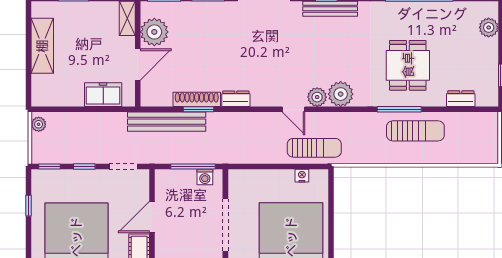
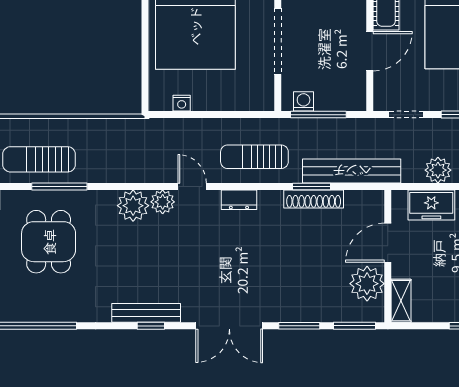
dresser: (236, 99) -> (239, 200), moved
plant: (98, 122) -> (438, 170), added
sun lounger: (314, 148) -> (254, 157), moved

